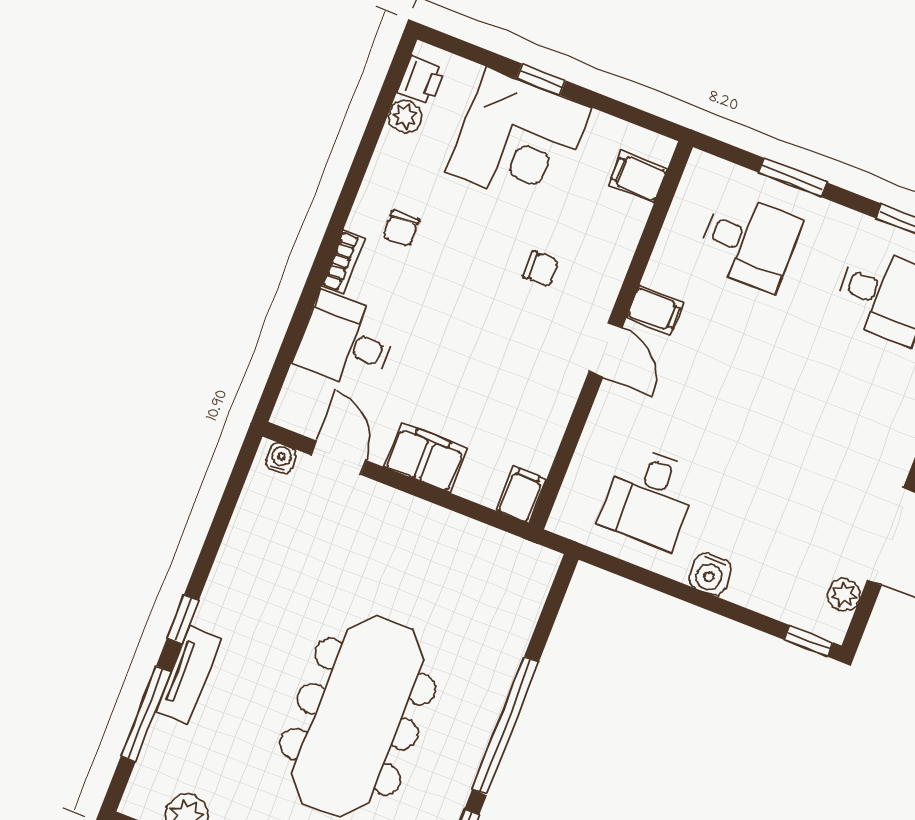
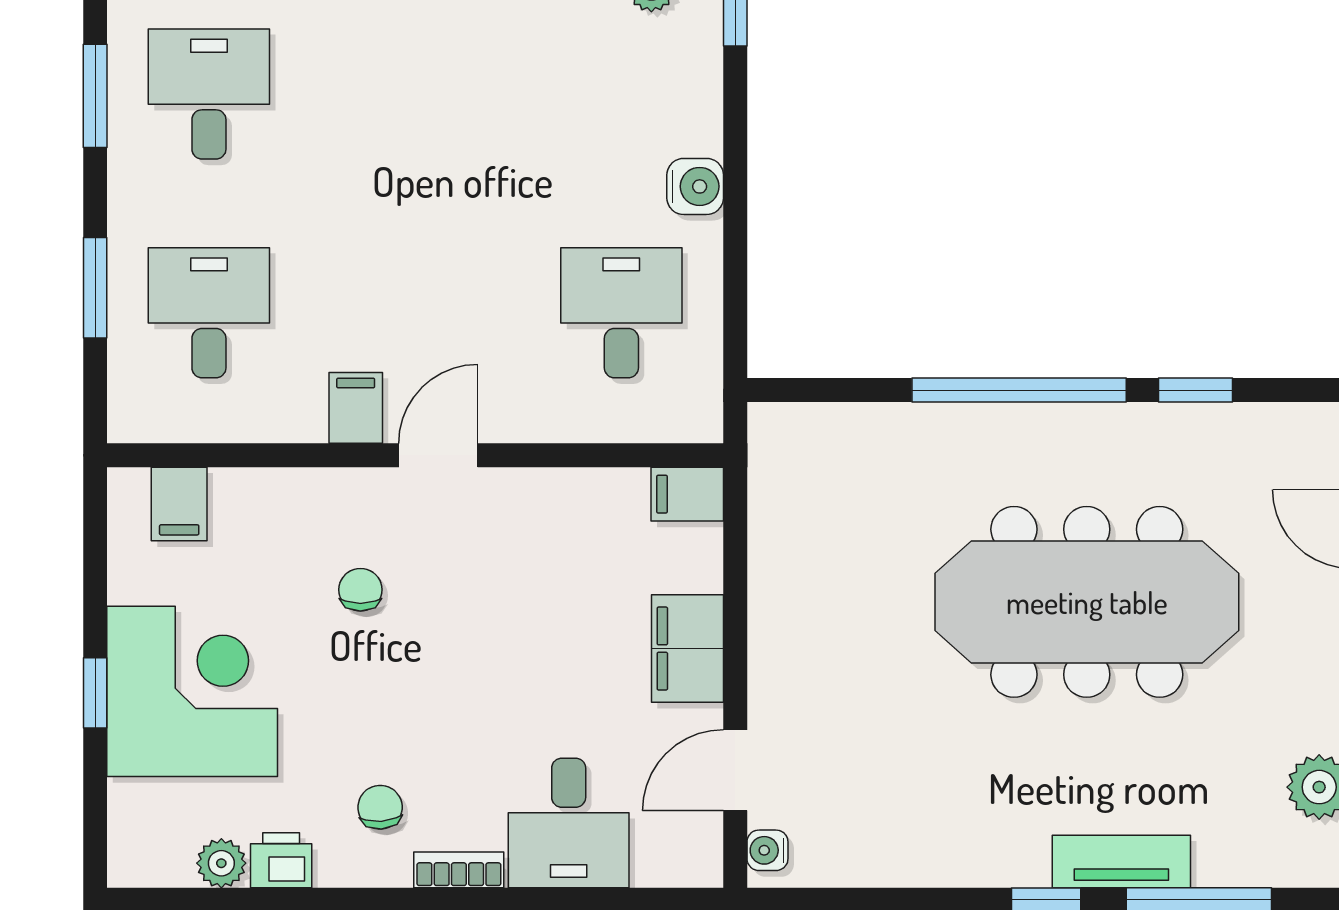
printer: (421, 80) -> (281, 860), moved
chair: (401, 228) -> (380, 807), turned -91
desk: (650, 498) -> (621, 313), turned -90

